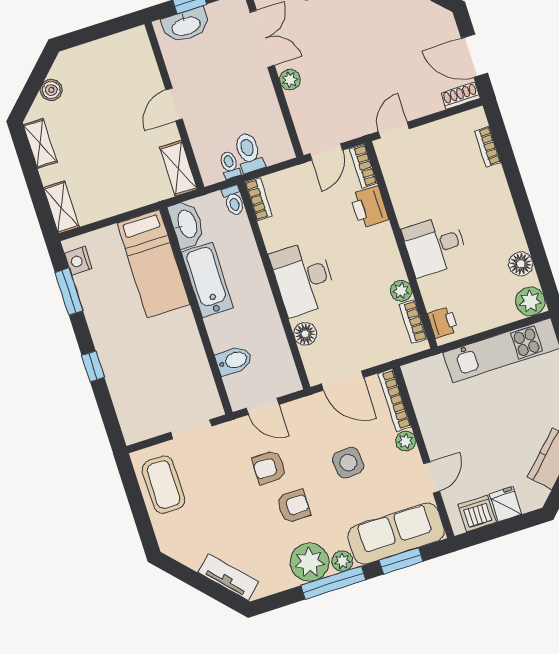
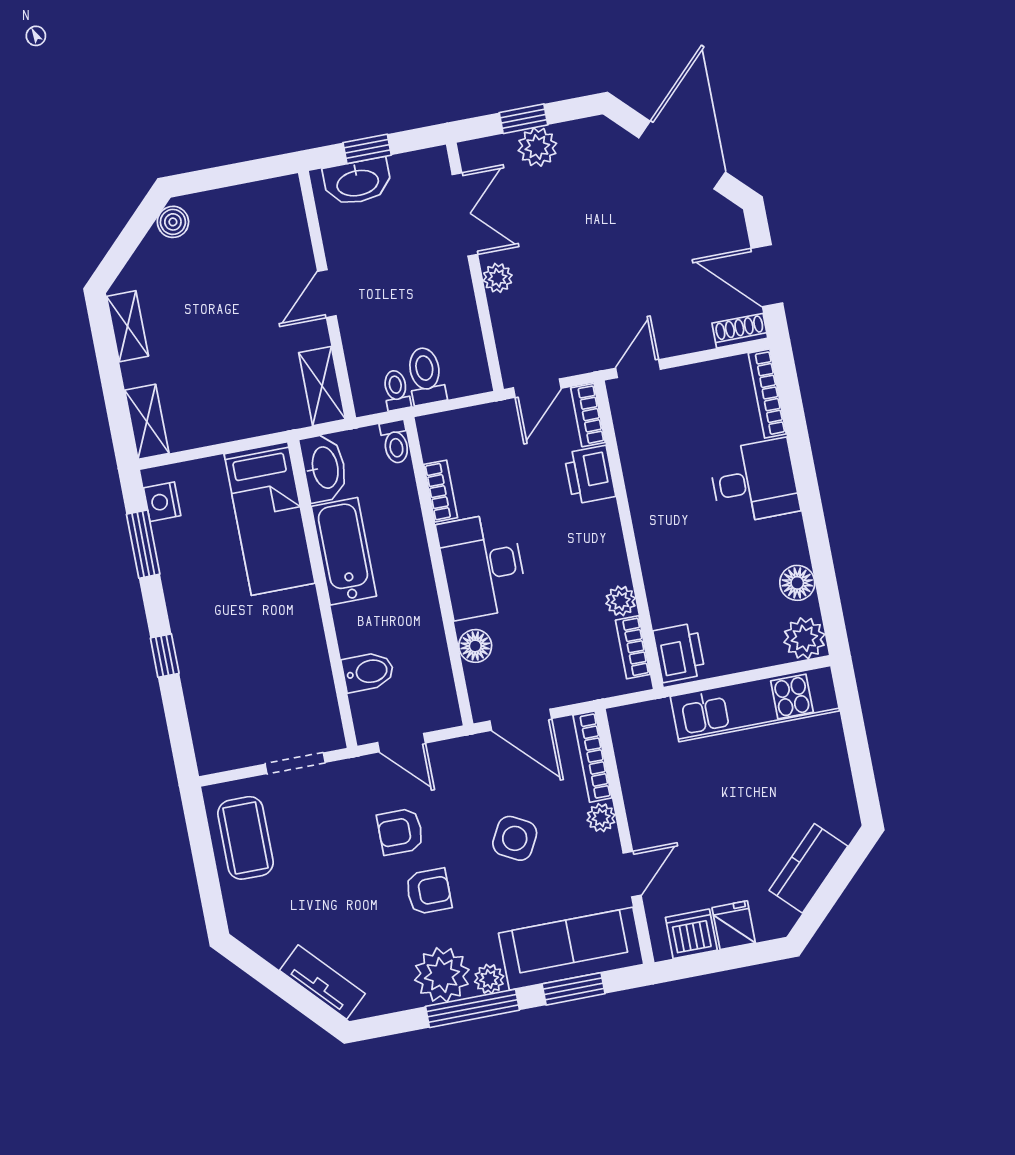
boiler: (51, 90) -> (173, 222), moved
bookcase: (488, 147) -> (767, 394), width x1.56
bookcase: (259, 199) -> (441, 491), moved
desk: (435, 246) -> (754, 481), moved, turned 180
printer: (443, 322) -> (679, 653), width x1.36, depth x1.24
side table: (348, 463) -> (515, 838), turned 32

